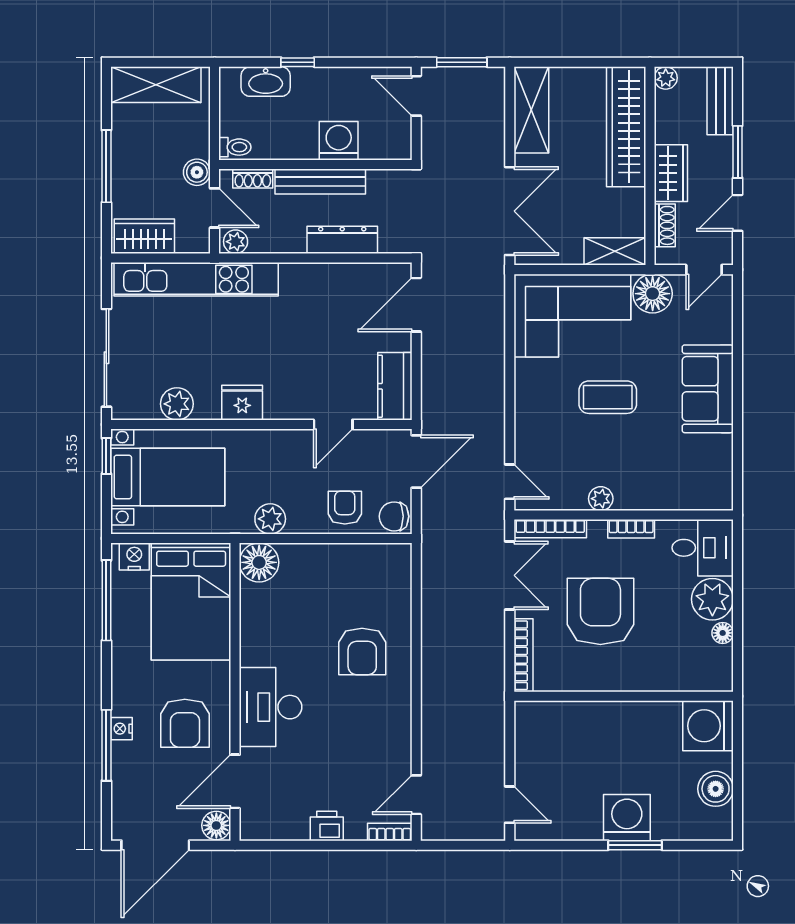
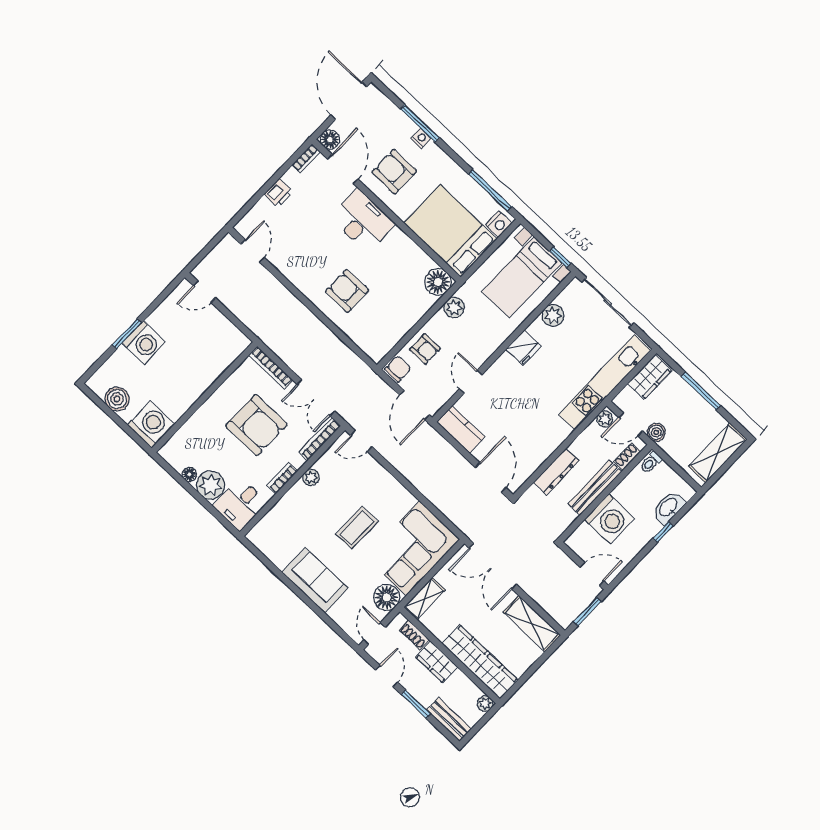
washing machine: (339, 141) -> (609, 519), width x1.37, depth x1.37
bookcase: (390, 832) -> (306, 159), moved

